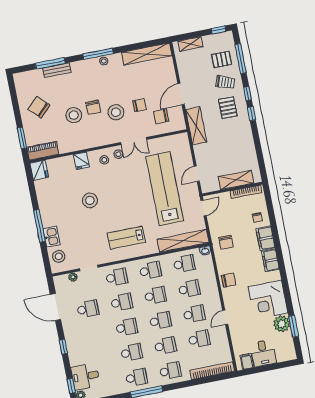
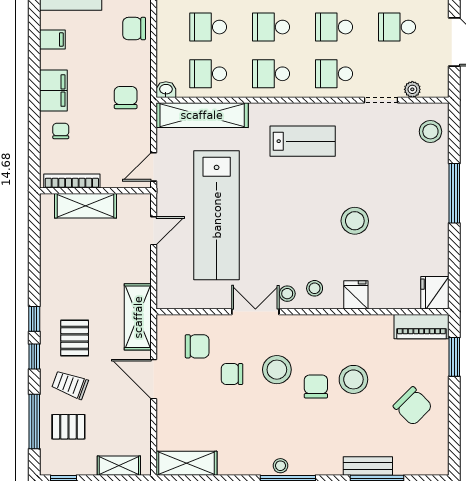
shelving: (147, 54) -> (187, 463), width x0.68
door: (181, 94) -> (154, 379), swing flipped
kitchen sink: (52, 237) -> (436, 169), removed
filing cabinet: (270, 260) -> (52, 40), width x0.50

